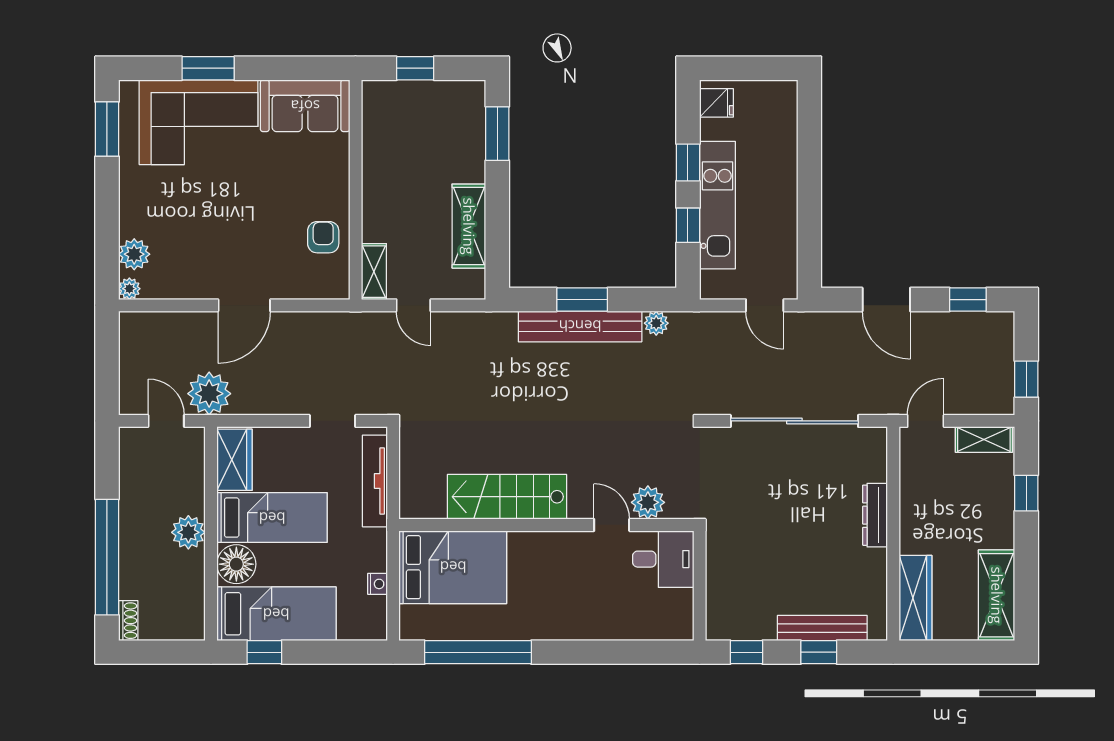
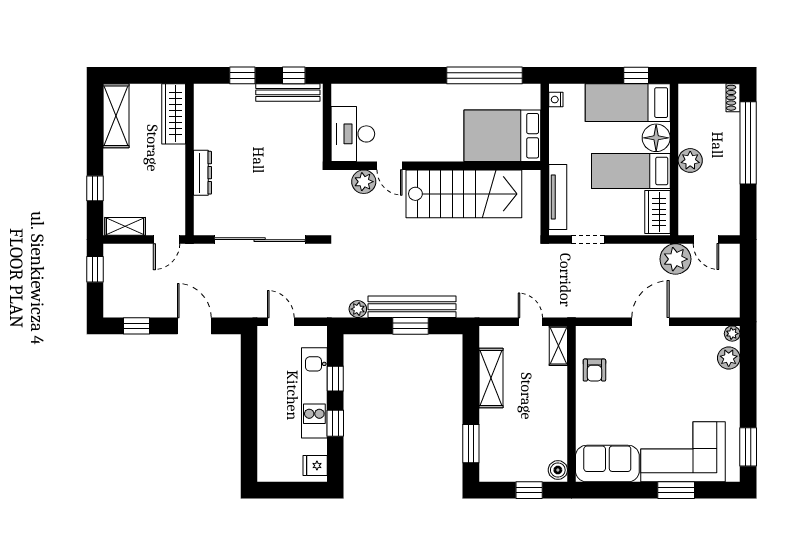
boiler: (375, 97) -> (558, 470), added
stairs: (507, 497) -> (464, 194), width x1.36, depth x1.51
desk: (663, 559) -> (353, 134), width x1.37
nightstand: (377, 584) -> (556, 100), moved
bench: (822, 628) -> (288, 92), moved

